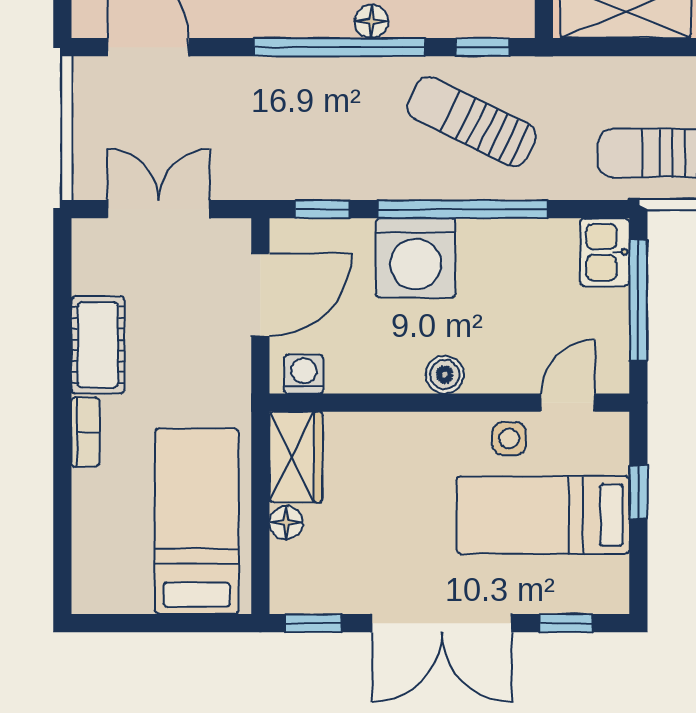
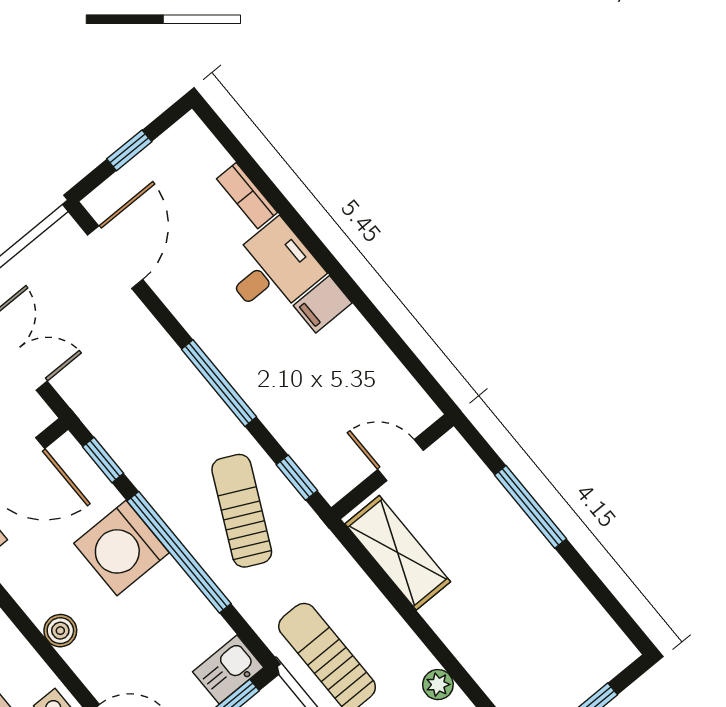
floor lamp: (371, 21) -> (253, 390), removed
window: (339, 47) -> (219, 383), width x0.68

